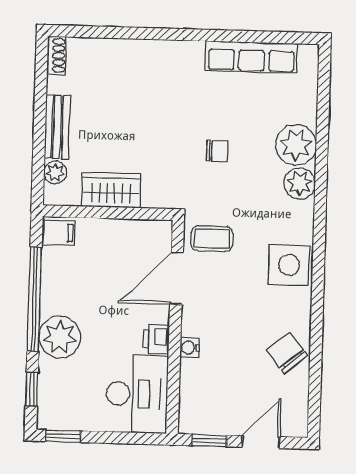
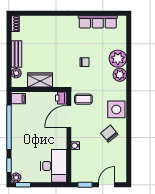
plant: (60, 337) -> (16, 178), moved, width x0.53, depth x0.53
printer: (156, 339) -> (61, 98), moved
chair: (287, 353) -> (109, 134), moved

